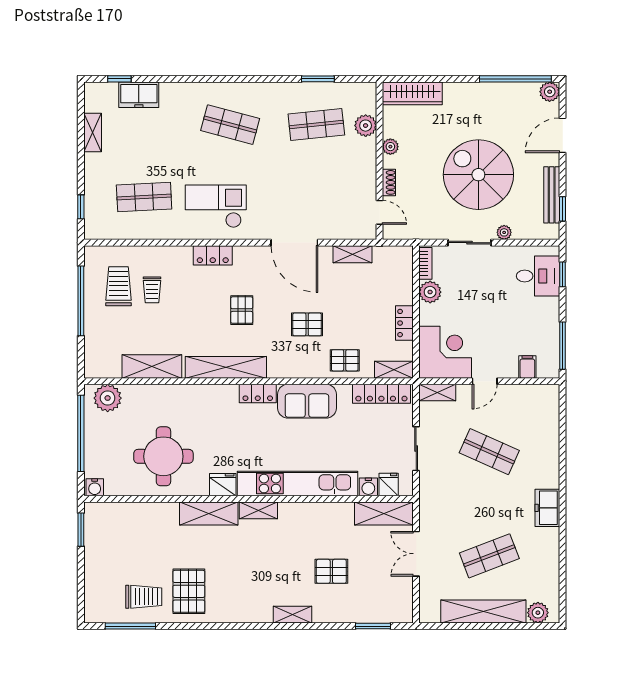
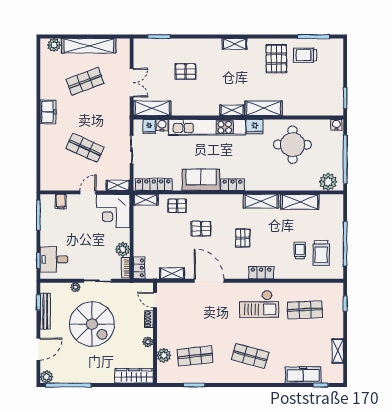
freezer: (139, 95) -> (303, 375), width x1.40
locker: (404, 323) -> (139, 268), moved
shelving: (226, 367) -> (261, 201), width x0.68
shelving: (292, 615) -> (235, 44), moved

